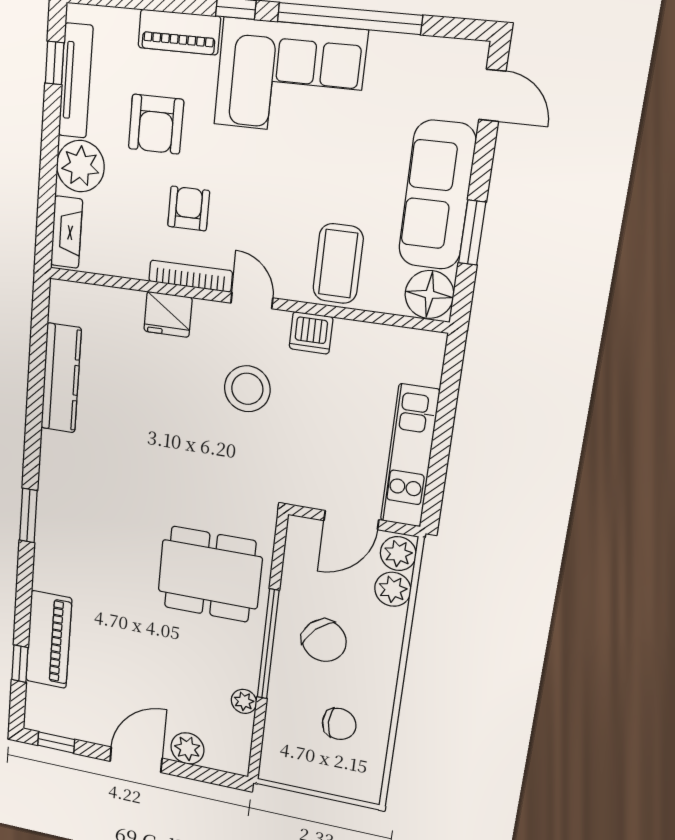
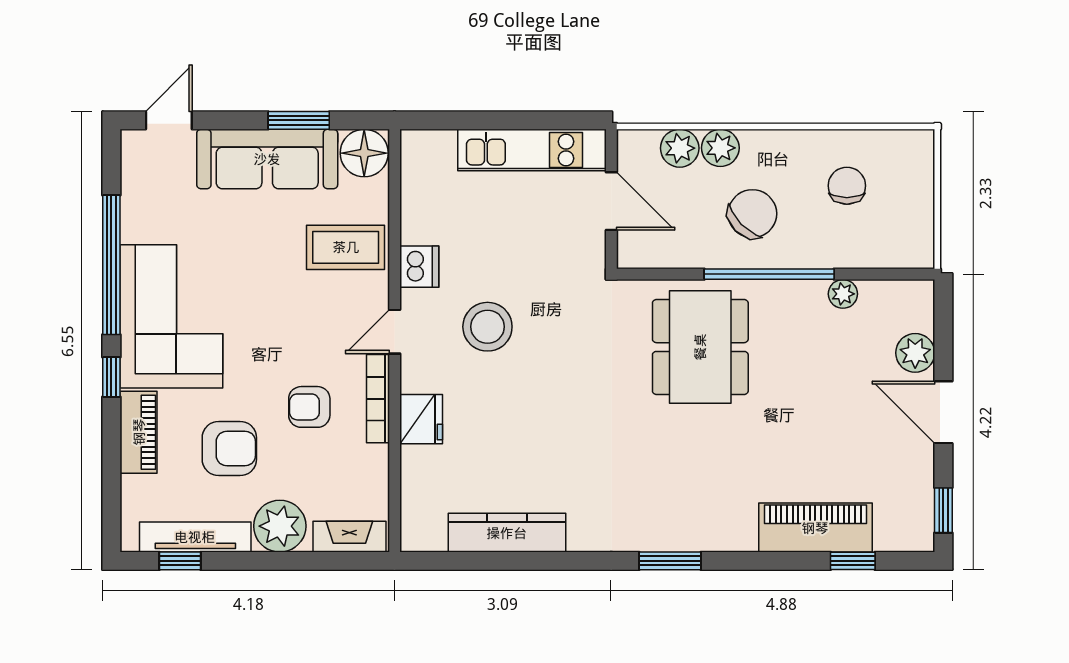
plant: (398, 554) -> (720, 148), moved

